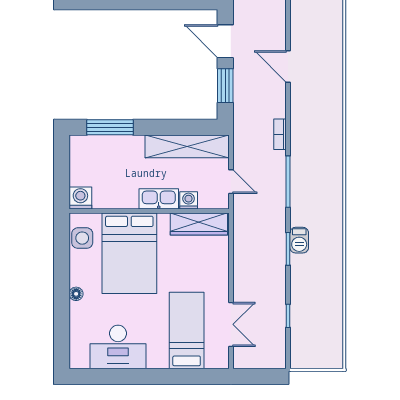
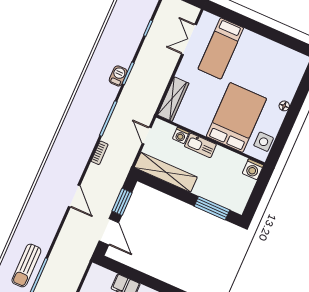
wardrobe: (199, 224) -> (173, 99), moved, turned 90
desk: (118, 347) -> (272, 58), removed

